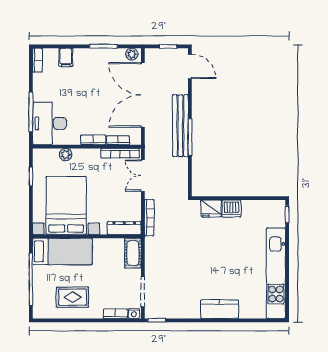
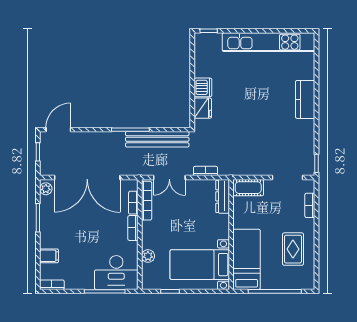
bench: (180, 126) -> (157, 139), moved
bed with nightstands: (66, 205) -> (200, 265), width x0.73
bookcase: (149, 218) -> (205, 171), width x0.64
nightstand: (134, 314) -> (310, 187), removed

